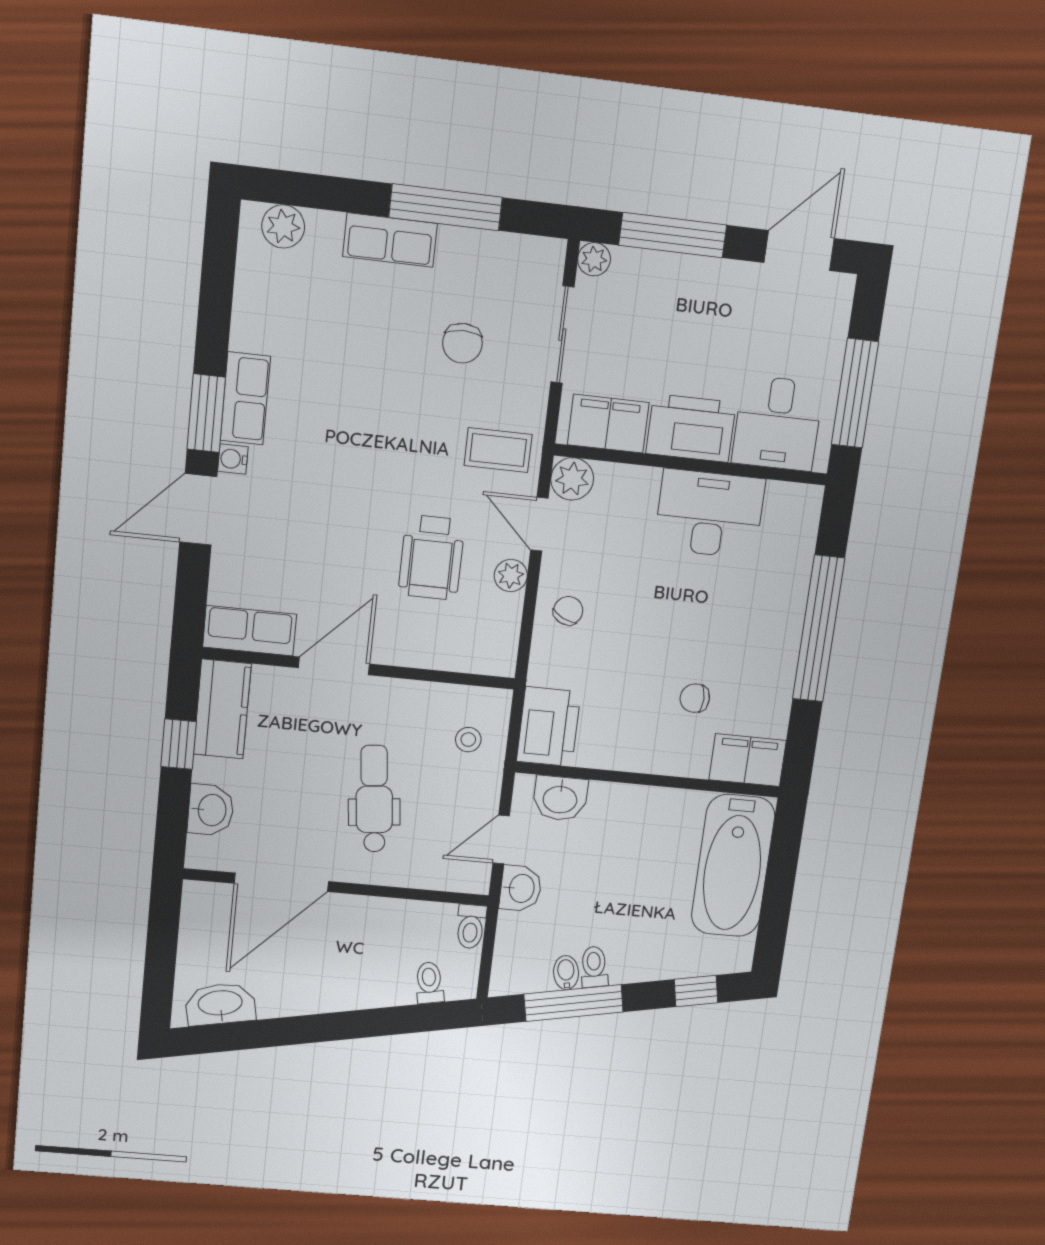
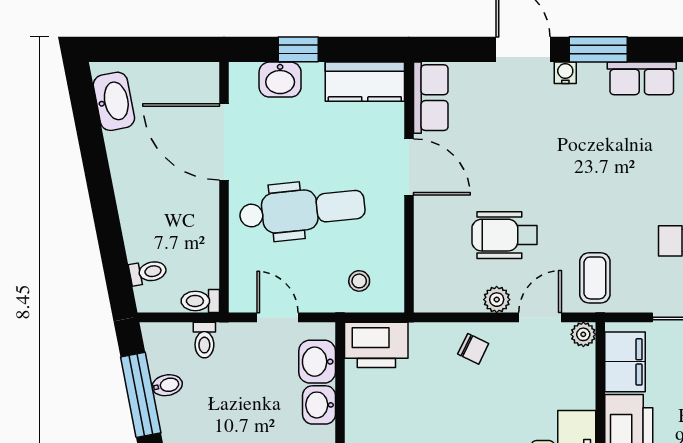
row of seats: (245, 398) -> (642, 78), moved
plant: (572, 479) -> (583, 334), width x0.73, depth x0.73
window: (179, 744) -> (298, 49), moved
dental chair: (374, 799) -> (302, 210), width x1.36, depth x1.38
washbasin: (521, 888) -> (319, 405), moved, turned 90
toilet: (594, 967) -> (204, 340), moved, turned 101

